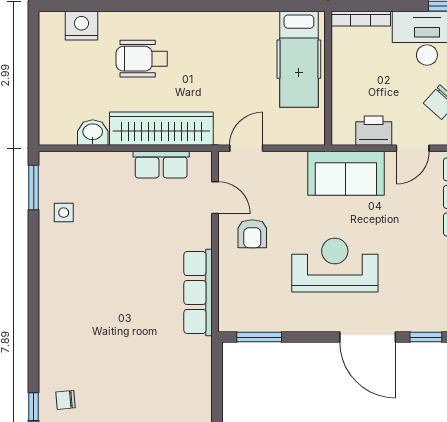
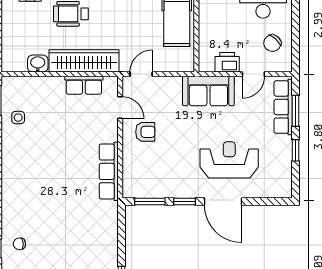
armchair: (252, 234) -> (145, 132), turned -90
reception desk: (335, 265) -> (229, 160), moved
window: (426, 337) -> (184, 201), moved

